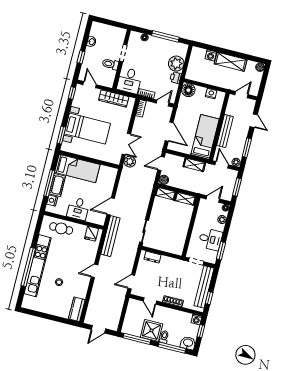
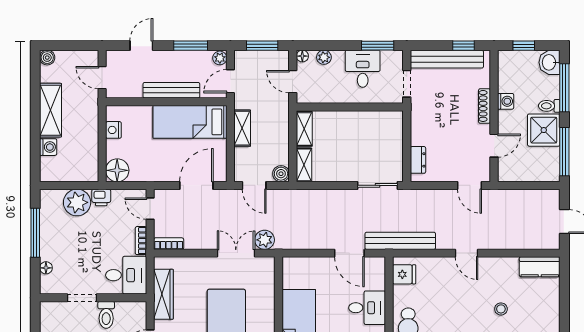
washing machine: (196, 319) -> (506, 101), moved

